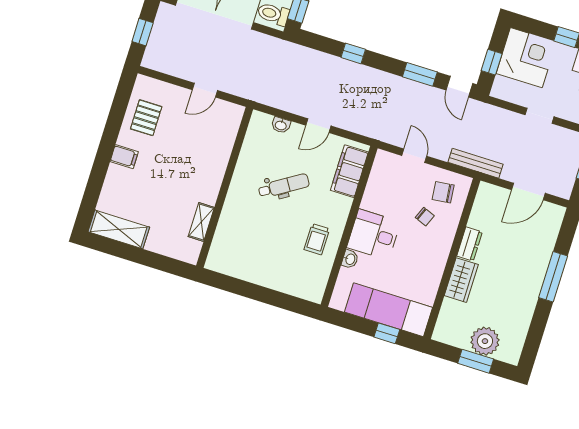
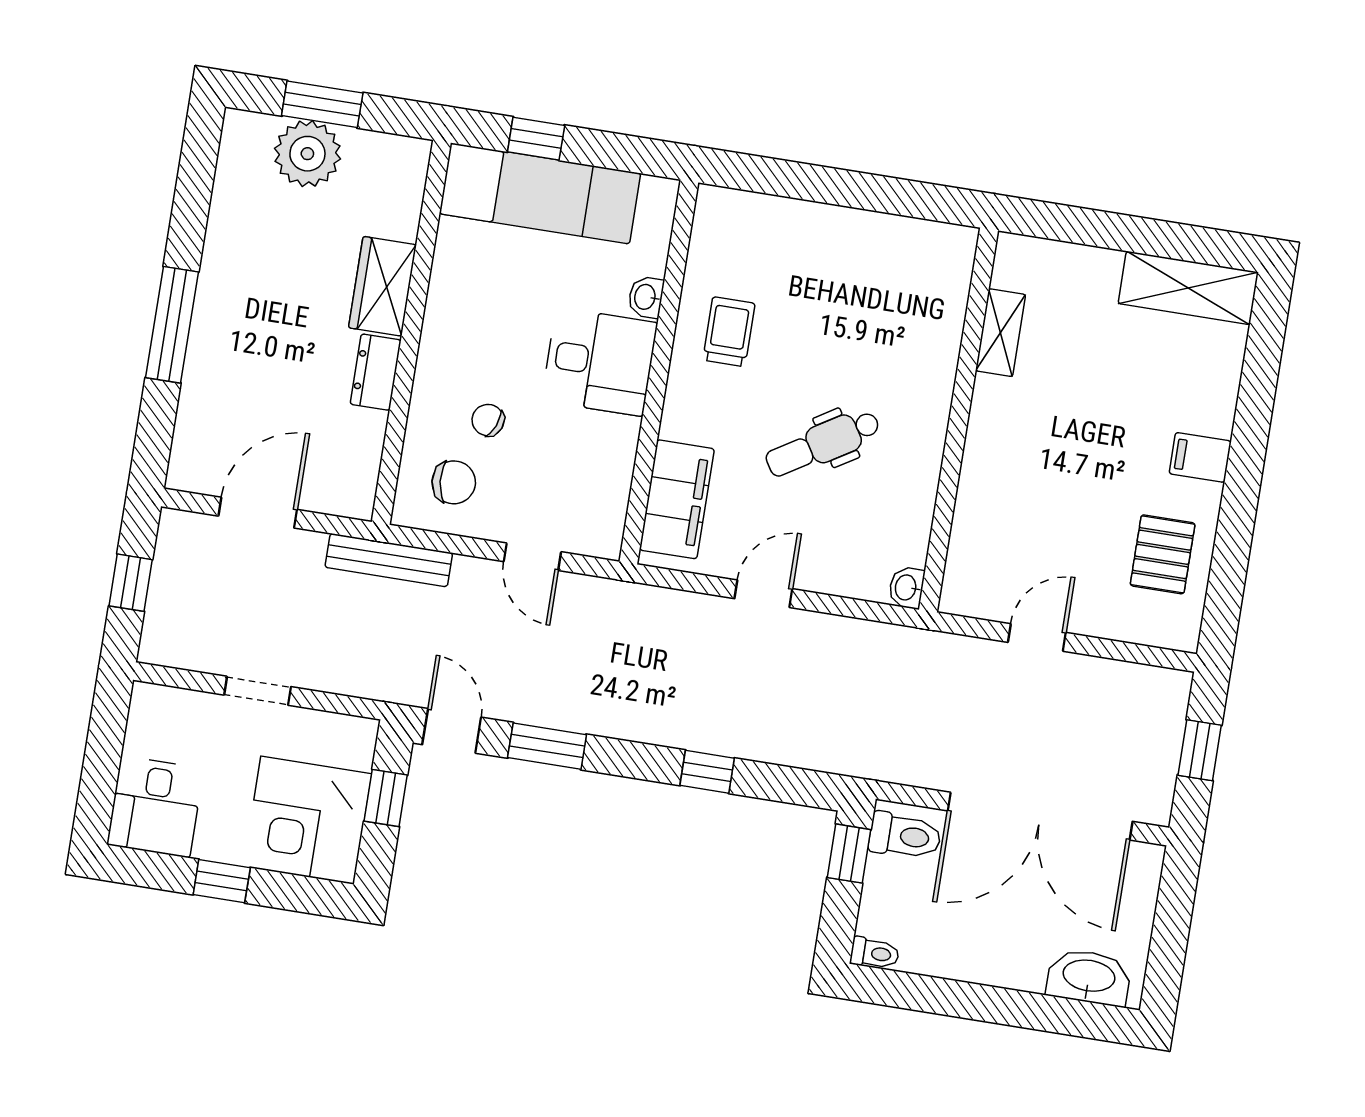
washbasin: (281, 125) -> (907, 588), moved, turned -90

